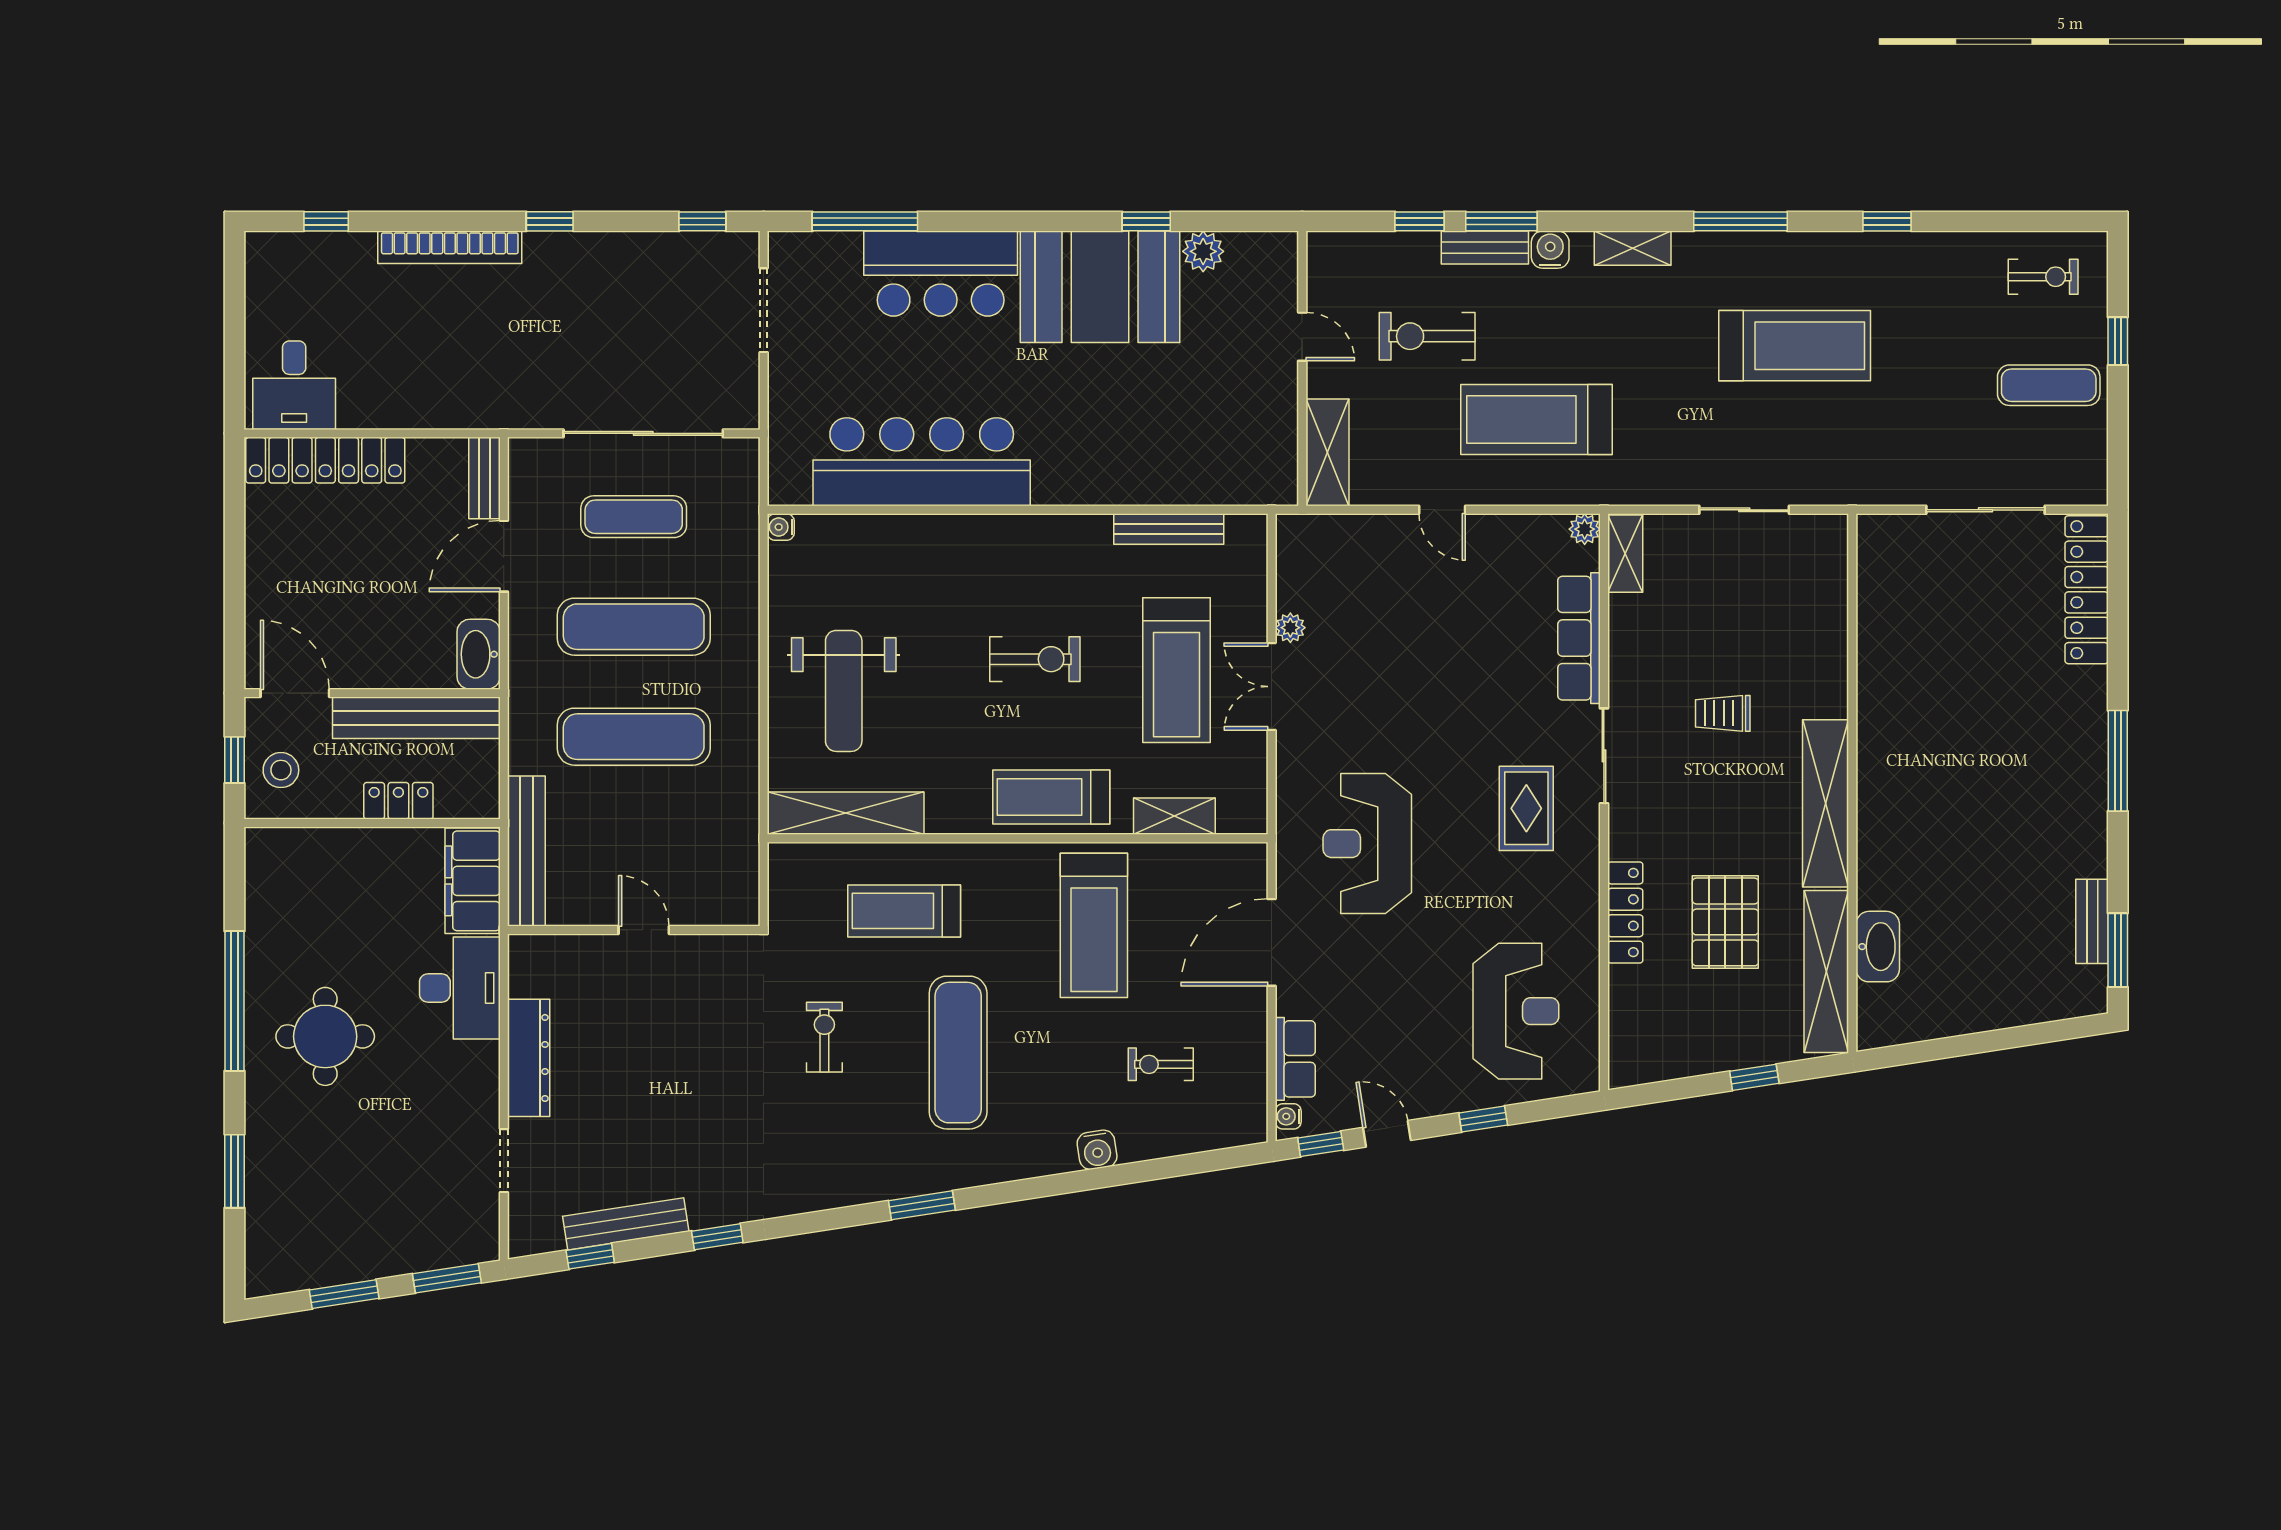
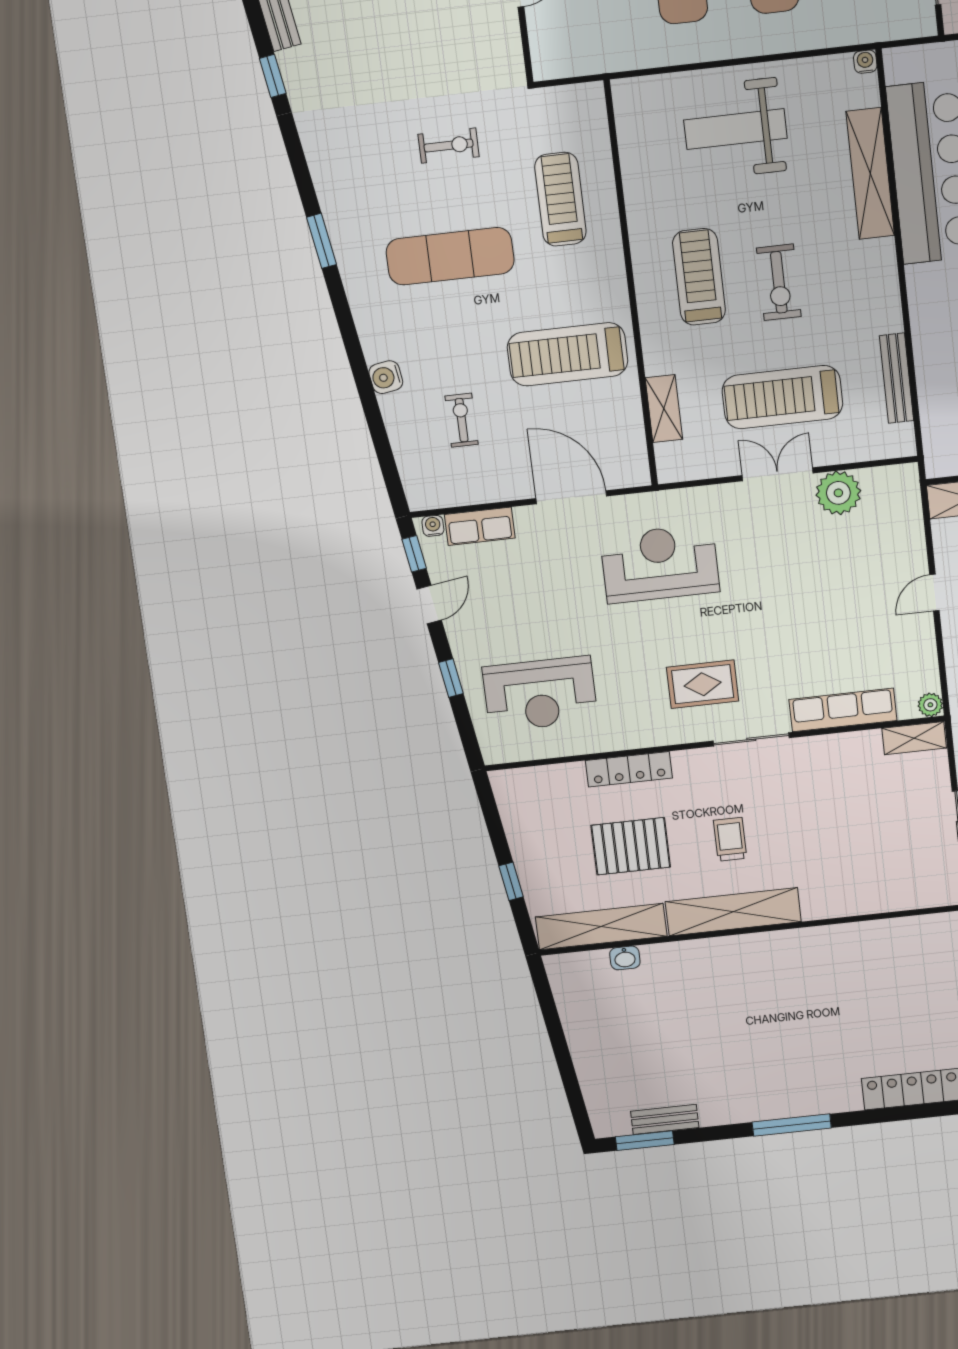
plant: (1290, 628) -> (838, 493), width x1.88, depth x1.88
trolley: (1723, 713) -> (730, 839), moved
treadmill: (1051, 797) -> (699, 277), moved
shelving: (846, 813) -> (870, 174), moved
washbasin: (1878, 947) -> (625, 958), width x0.52, depth x0.69

